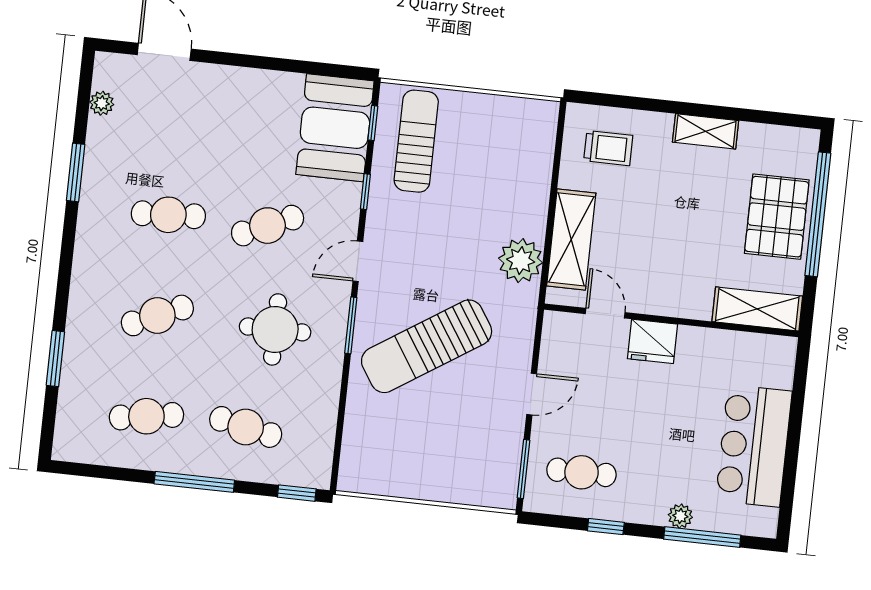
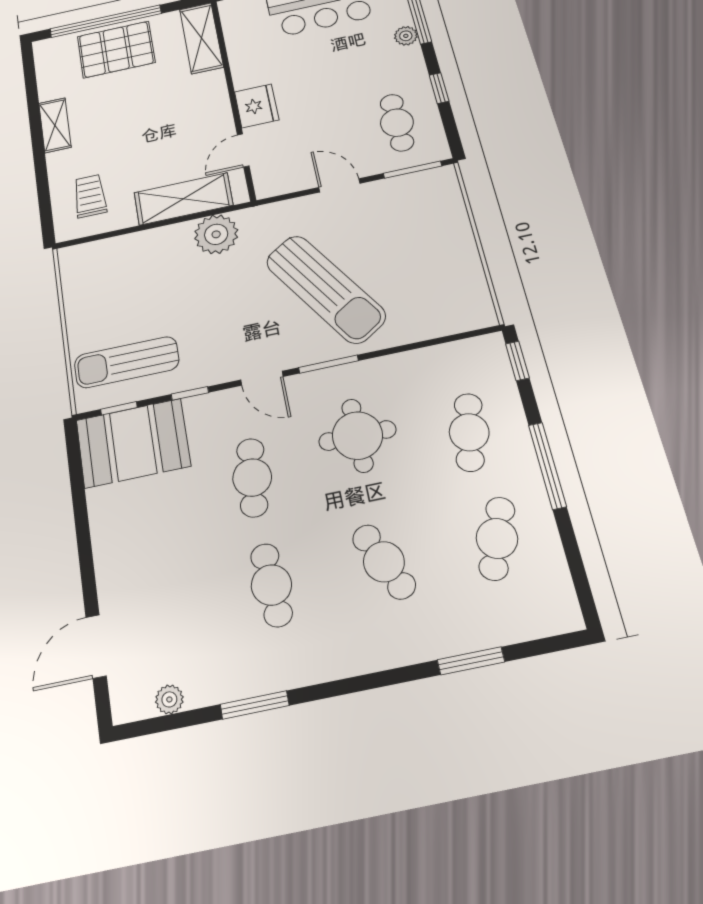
cafe table: (268, 226) -> (252, 478), turned 30
cafe table: (146, 416) -> (497, 538), turned 30

